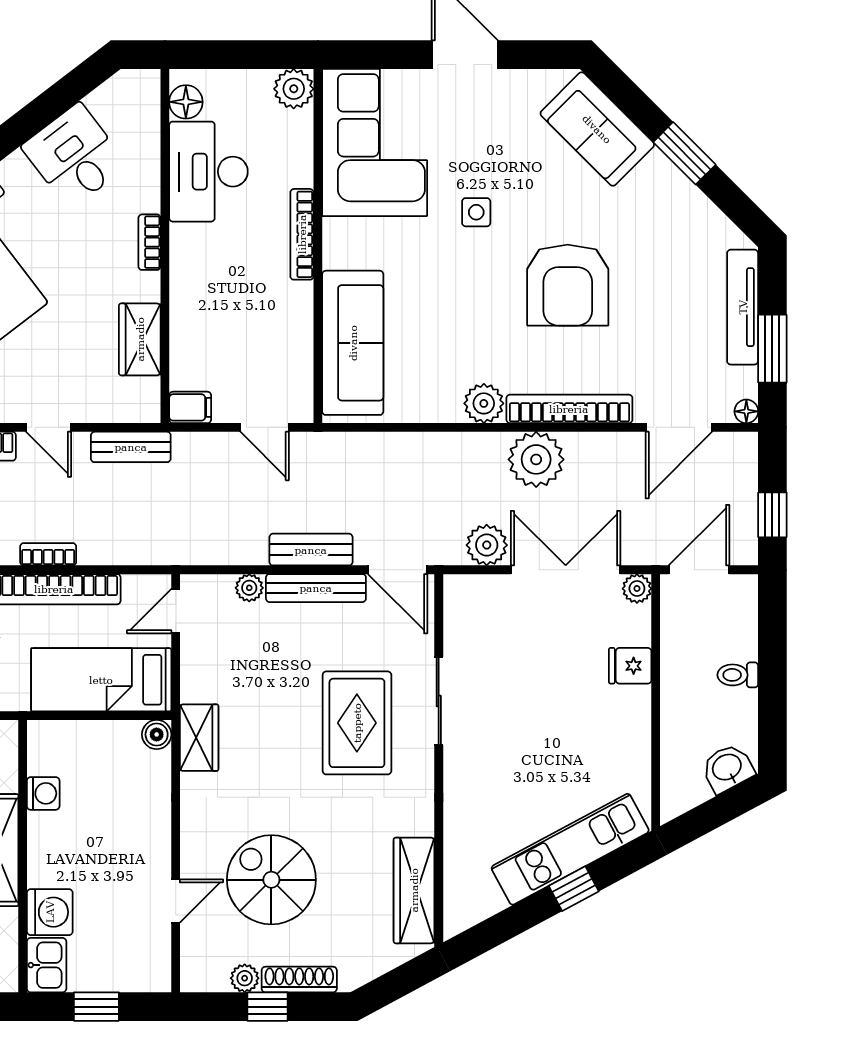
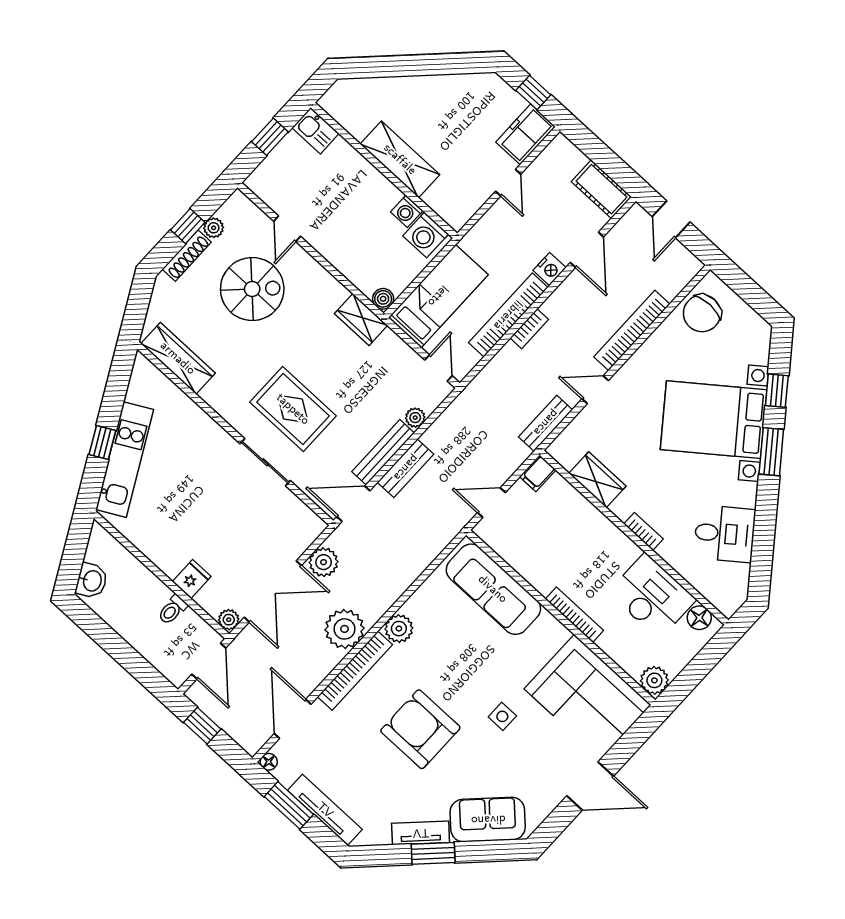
tv unit: (675, 186) -> (421, 833), added
toilet: (738, 675) -> (172, 610), moved, turned 180
washing machine: (50, 912) -> (426, 235), moved

